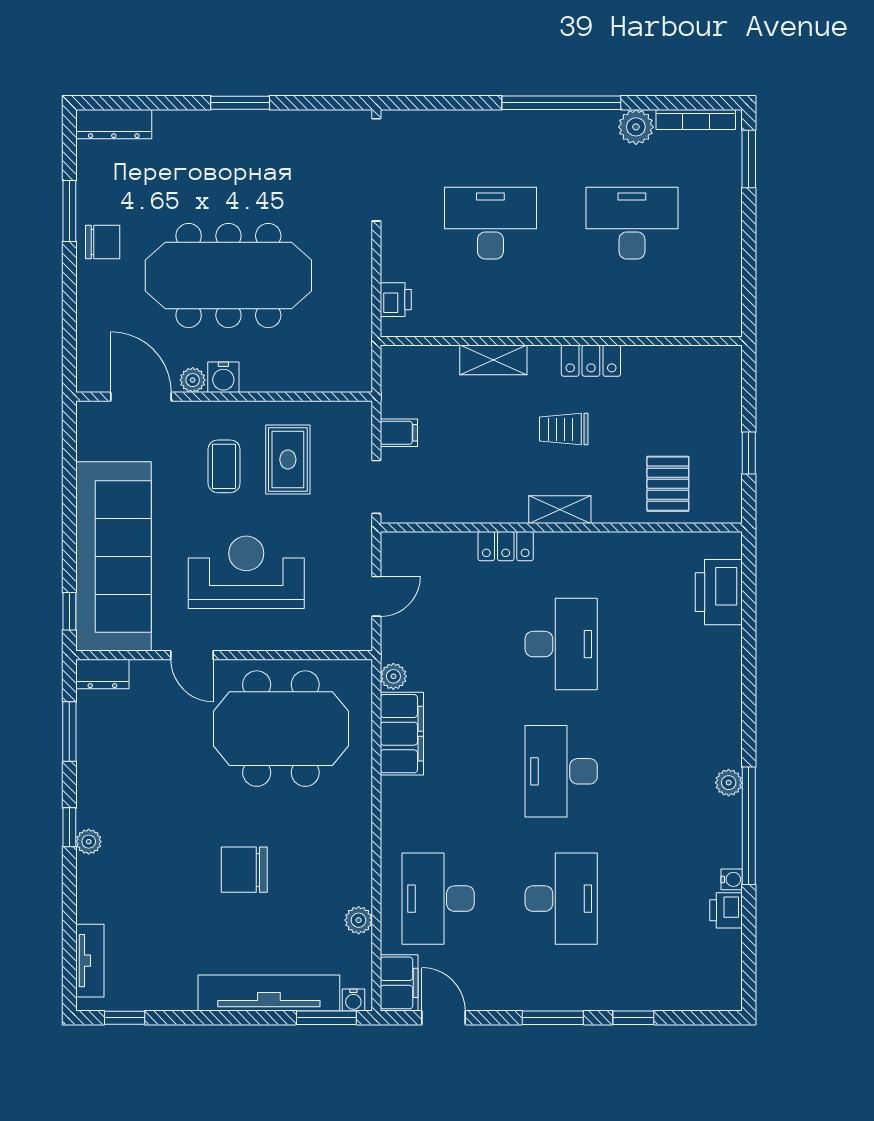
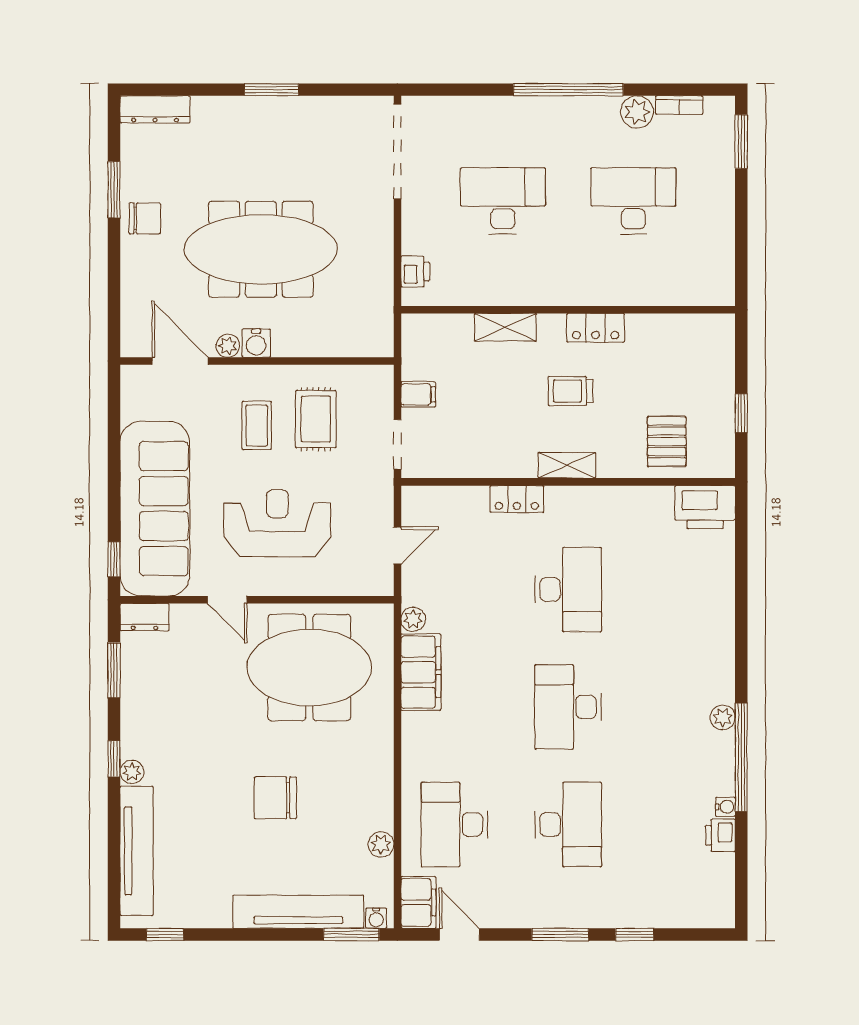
bookcase: (696, 119) -> (679, 105), width x0.64
printer: (719, 592) -> (705, 507), moved, turned -90
tv unit: (90, 961) -> (137, 851), width x1.92, depth x1.29

